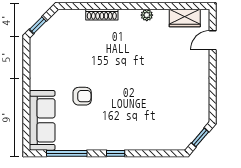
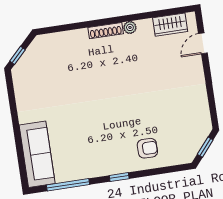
shoe rack: (102, 15) -> (106, 31), moved
armchair: (82, 96) -> (147, 148), moved

